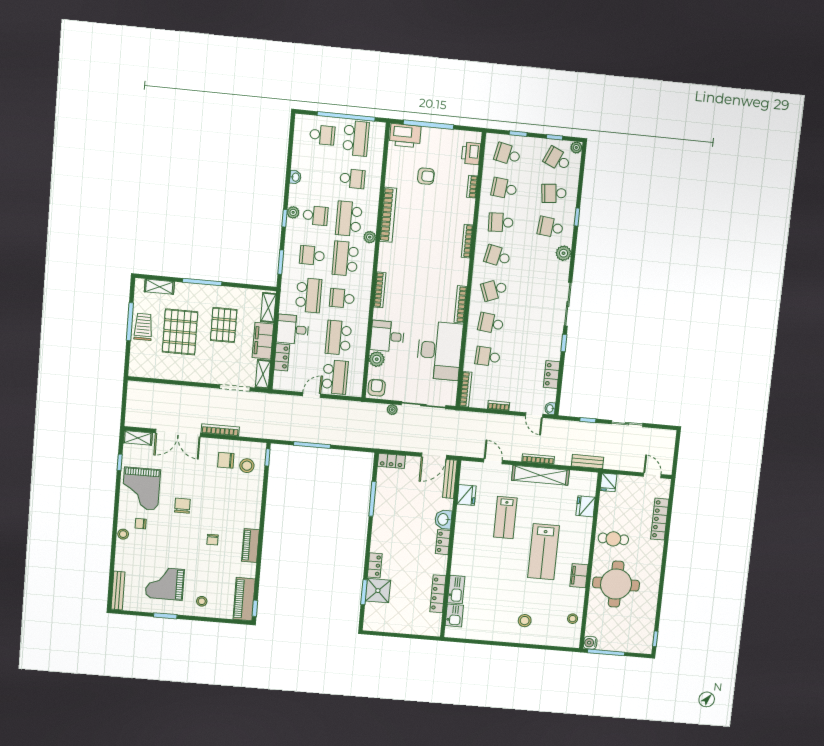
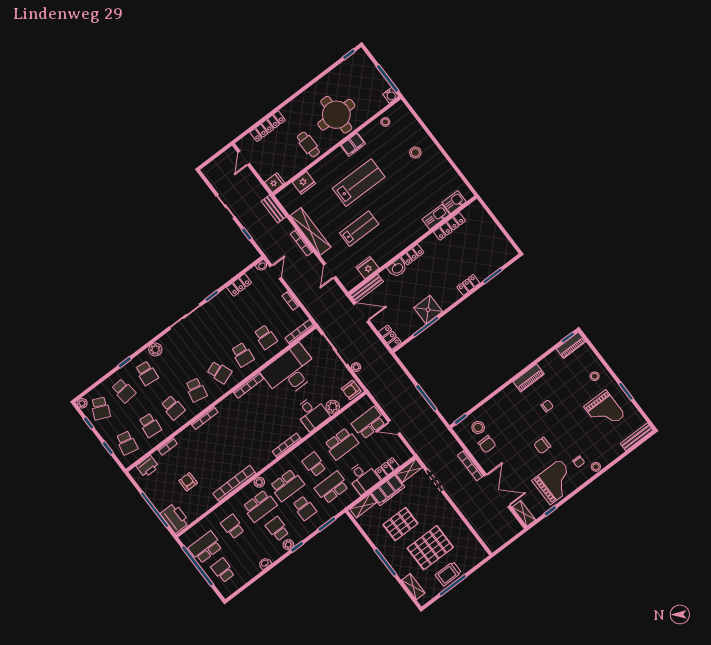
school desk: (342, 298) -> (314, 464), turned 180
shower: (378, 591) -> (428, 310), moved
piano: (244, 599) -> (571, 345), width x0.73, depth x0.75

